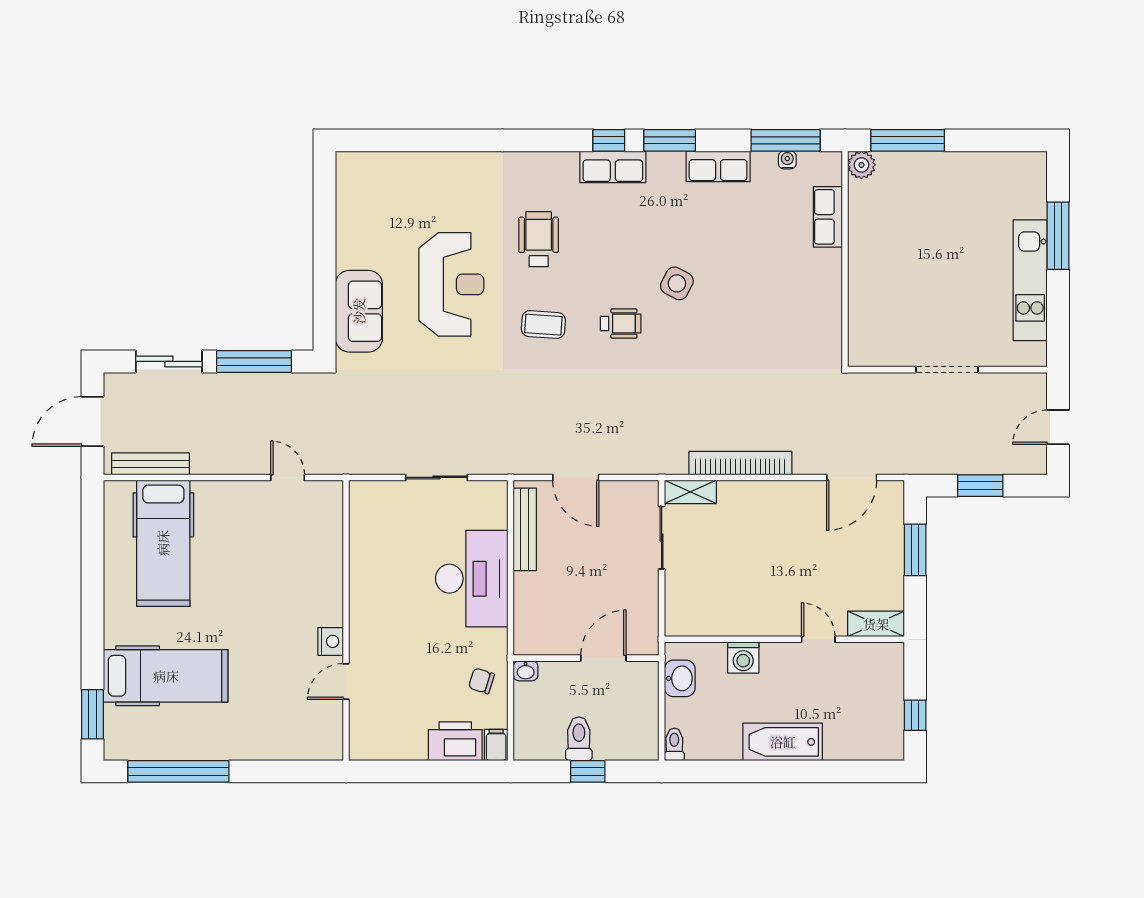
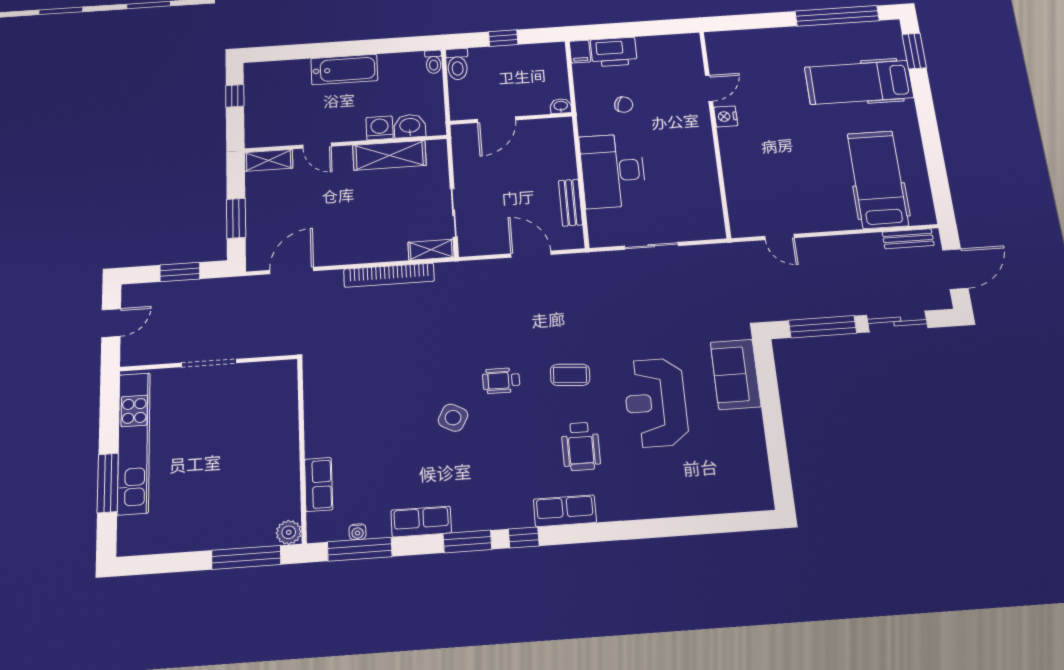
row of seats: (613, 167) -> (565, 511), moved
kitchen unit: (1030, 280) -> (134, 443), width x1.36
bench: (151, 464) -> (908, 239), width x0.73
bench: (525, 529) -> (570, 203), width x0.73
shelving: (733, 620) -> (389, 155), added
washbasin: (680, 678) -> (410, 126), moved, turned 90
chair: (481, 681) -> (624, 105), moved
toilet: (579, 739) -> (457, 64), moved

